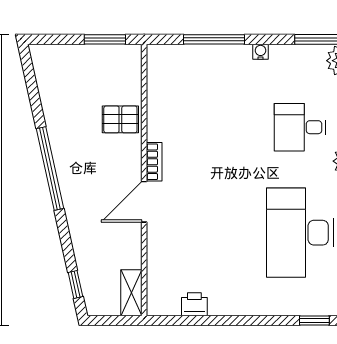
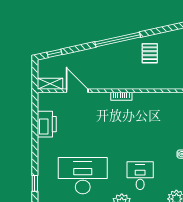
pallet: (120, 119) -> (150, 53), moved
door: (144, 202) -> (77, 91), moved
printer: (194, 304) -> (47, 124), width x1.87, depth x1.48

